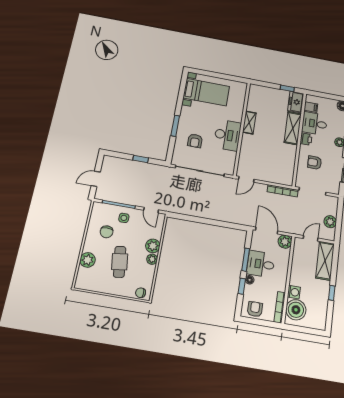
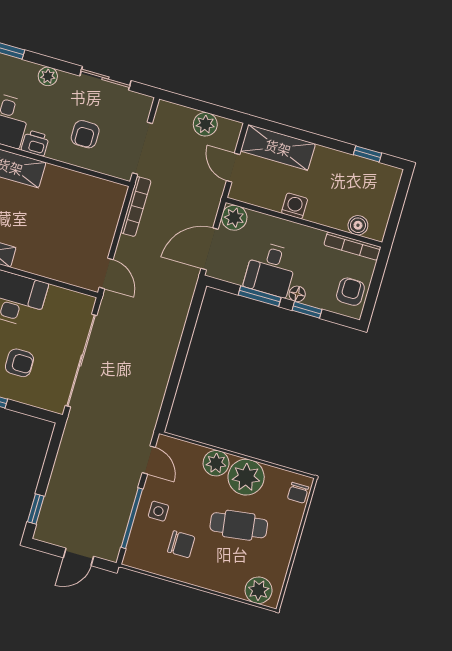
window: (141, 159) -> (36, 509), moved
door: (96, 179) -> (79, 557), hinge flipped
door: (151, 210) -> (149, 460), hinge flipped
plant: (152, 259) -> (246, 477), width x1.87, depth x1.87
plant: (88, 260) -> (259, 590), moved
washing machine: (294, 292) -> (295, 206), moved
window: (332, 293) -> (368, 154), moved
armchair: (255, 309) -> (350, 292), turned 90
boiler: (296, 310) -> (358, 225), width x0.54, depth x0.54

